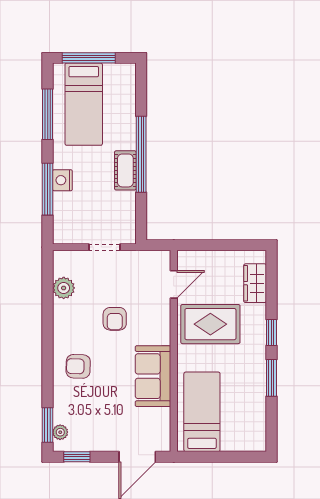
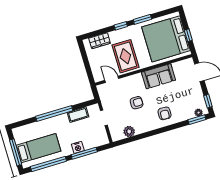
window: (48, 114) -> (48, 164), width x1.46
cot: (125, 170) -> (78, 115), moved
bed: (202, 412) -> (166, 39), width x2.04
window: (215, 457) -> (188, 35), added

